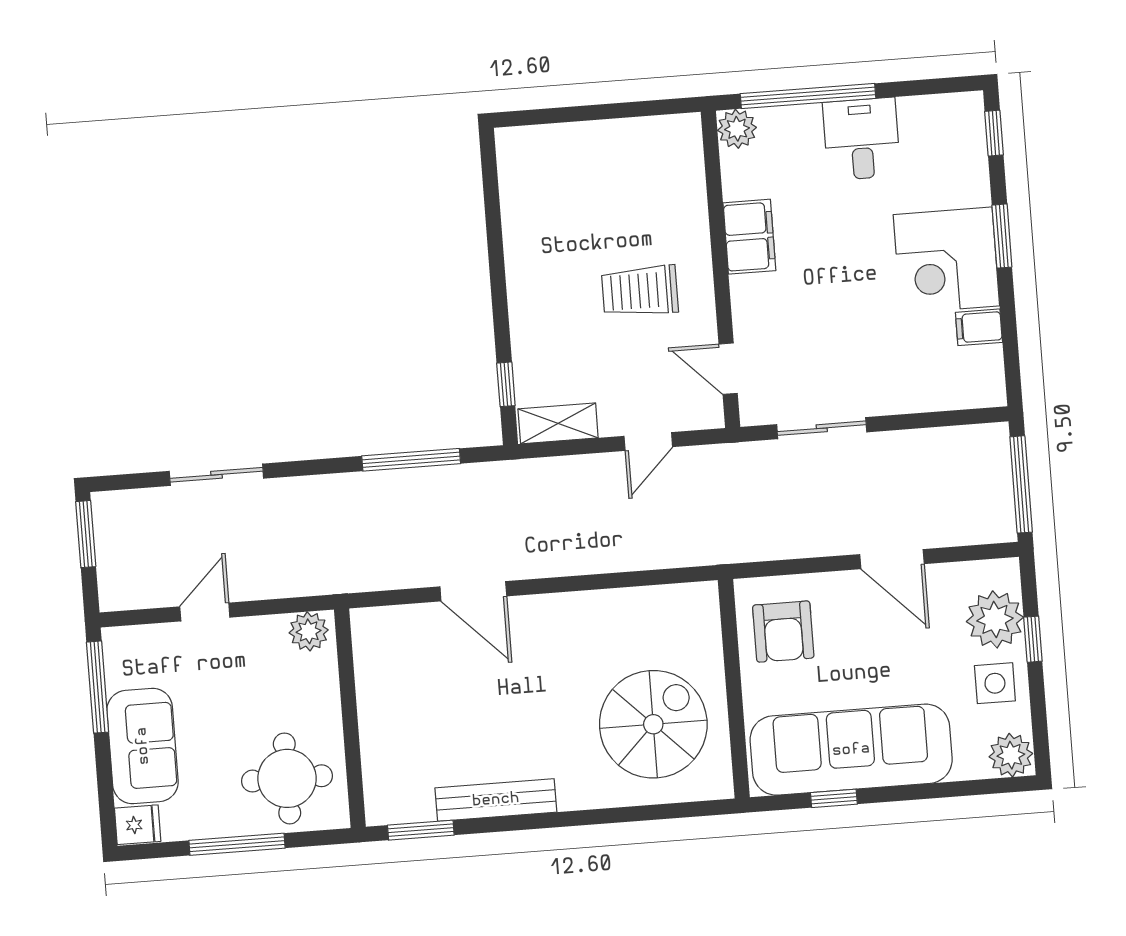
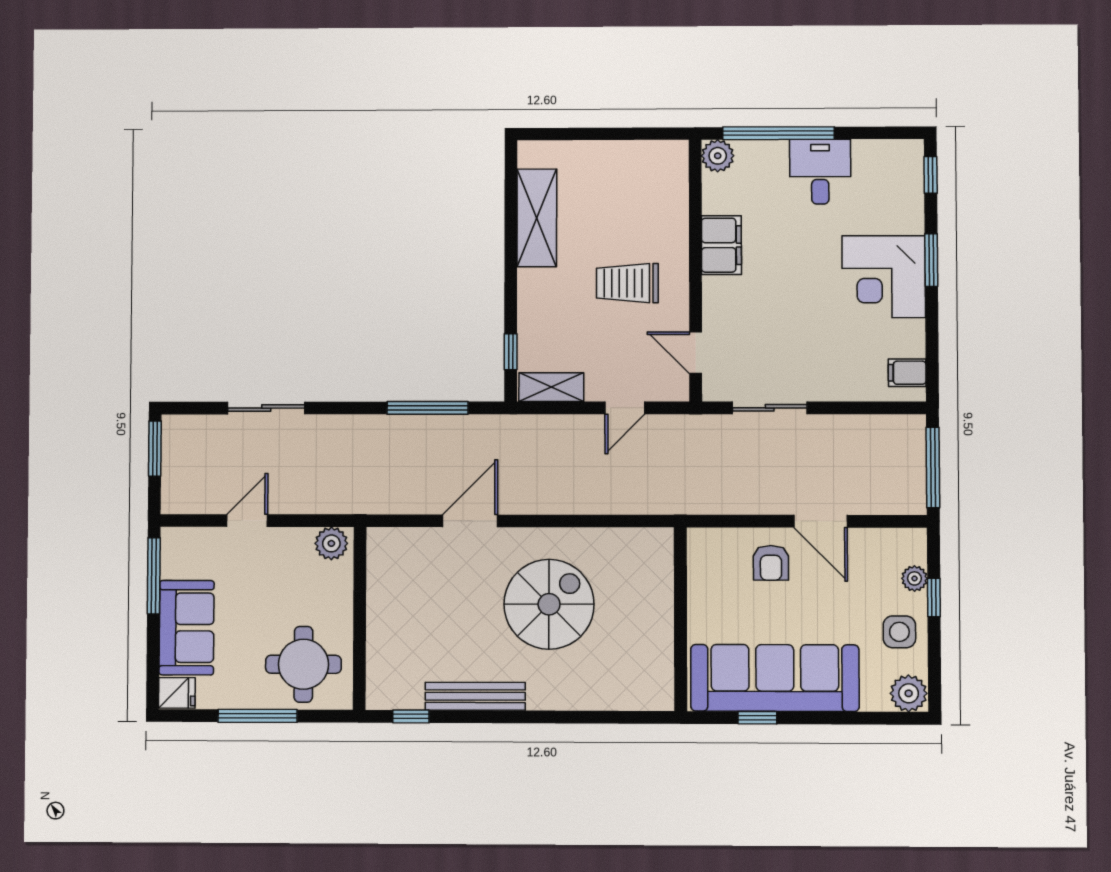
shelving: (525, 220) -> (537, 218), added
filing cabinet: (979, 327) -> (907, 373), moved
door: (473, 591) -> (470, 521), swing flipped
plant: (995, 619) -> (914, 578), width x0.53, depth x0.53
armchair: (783, 632) -> (771, 563), moved, width x0.72, depth x0.72
spiral stairs: (653, 724) -> (549, 604), moved
window: (421, 830) -> (411, 716), width x0.67

